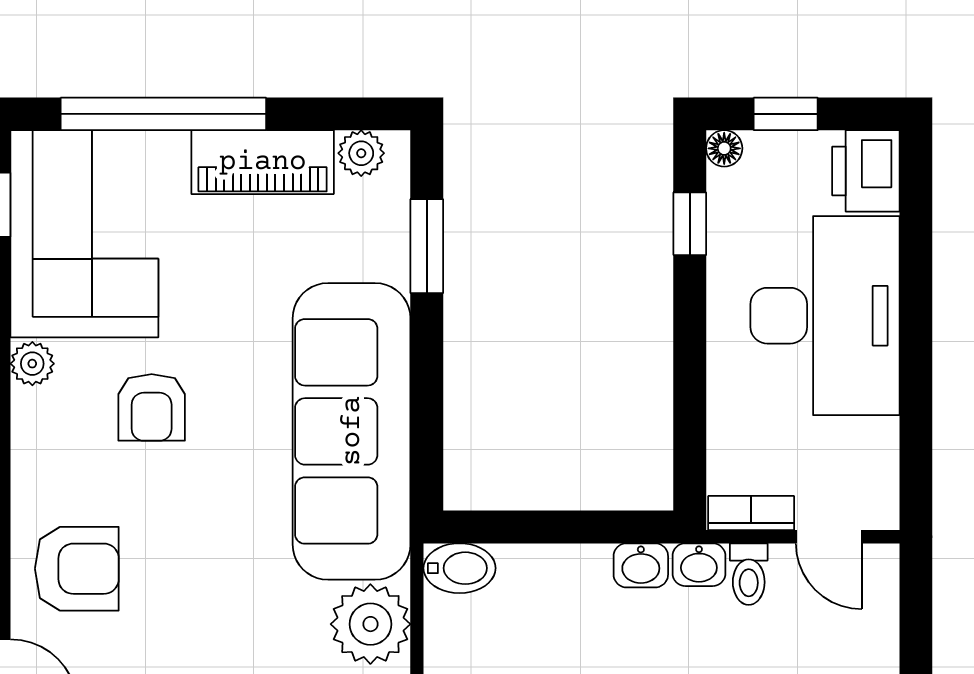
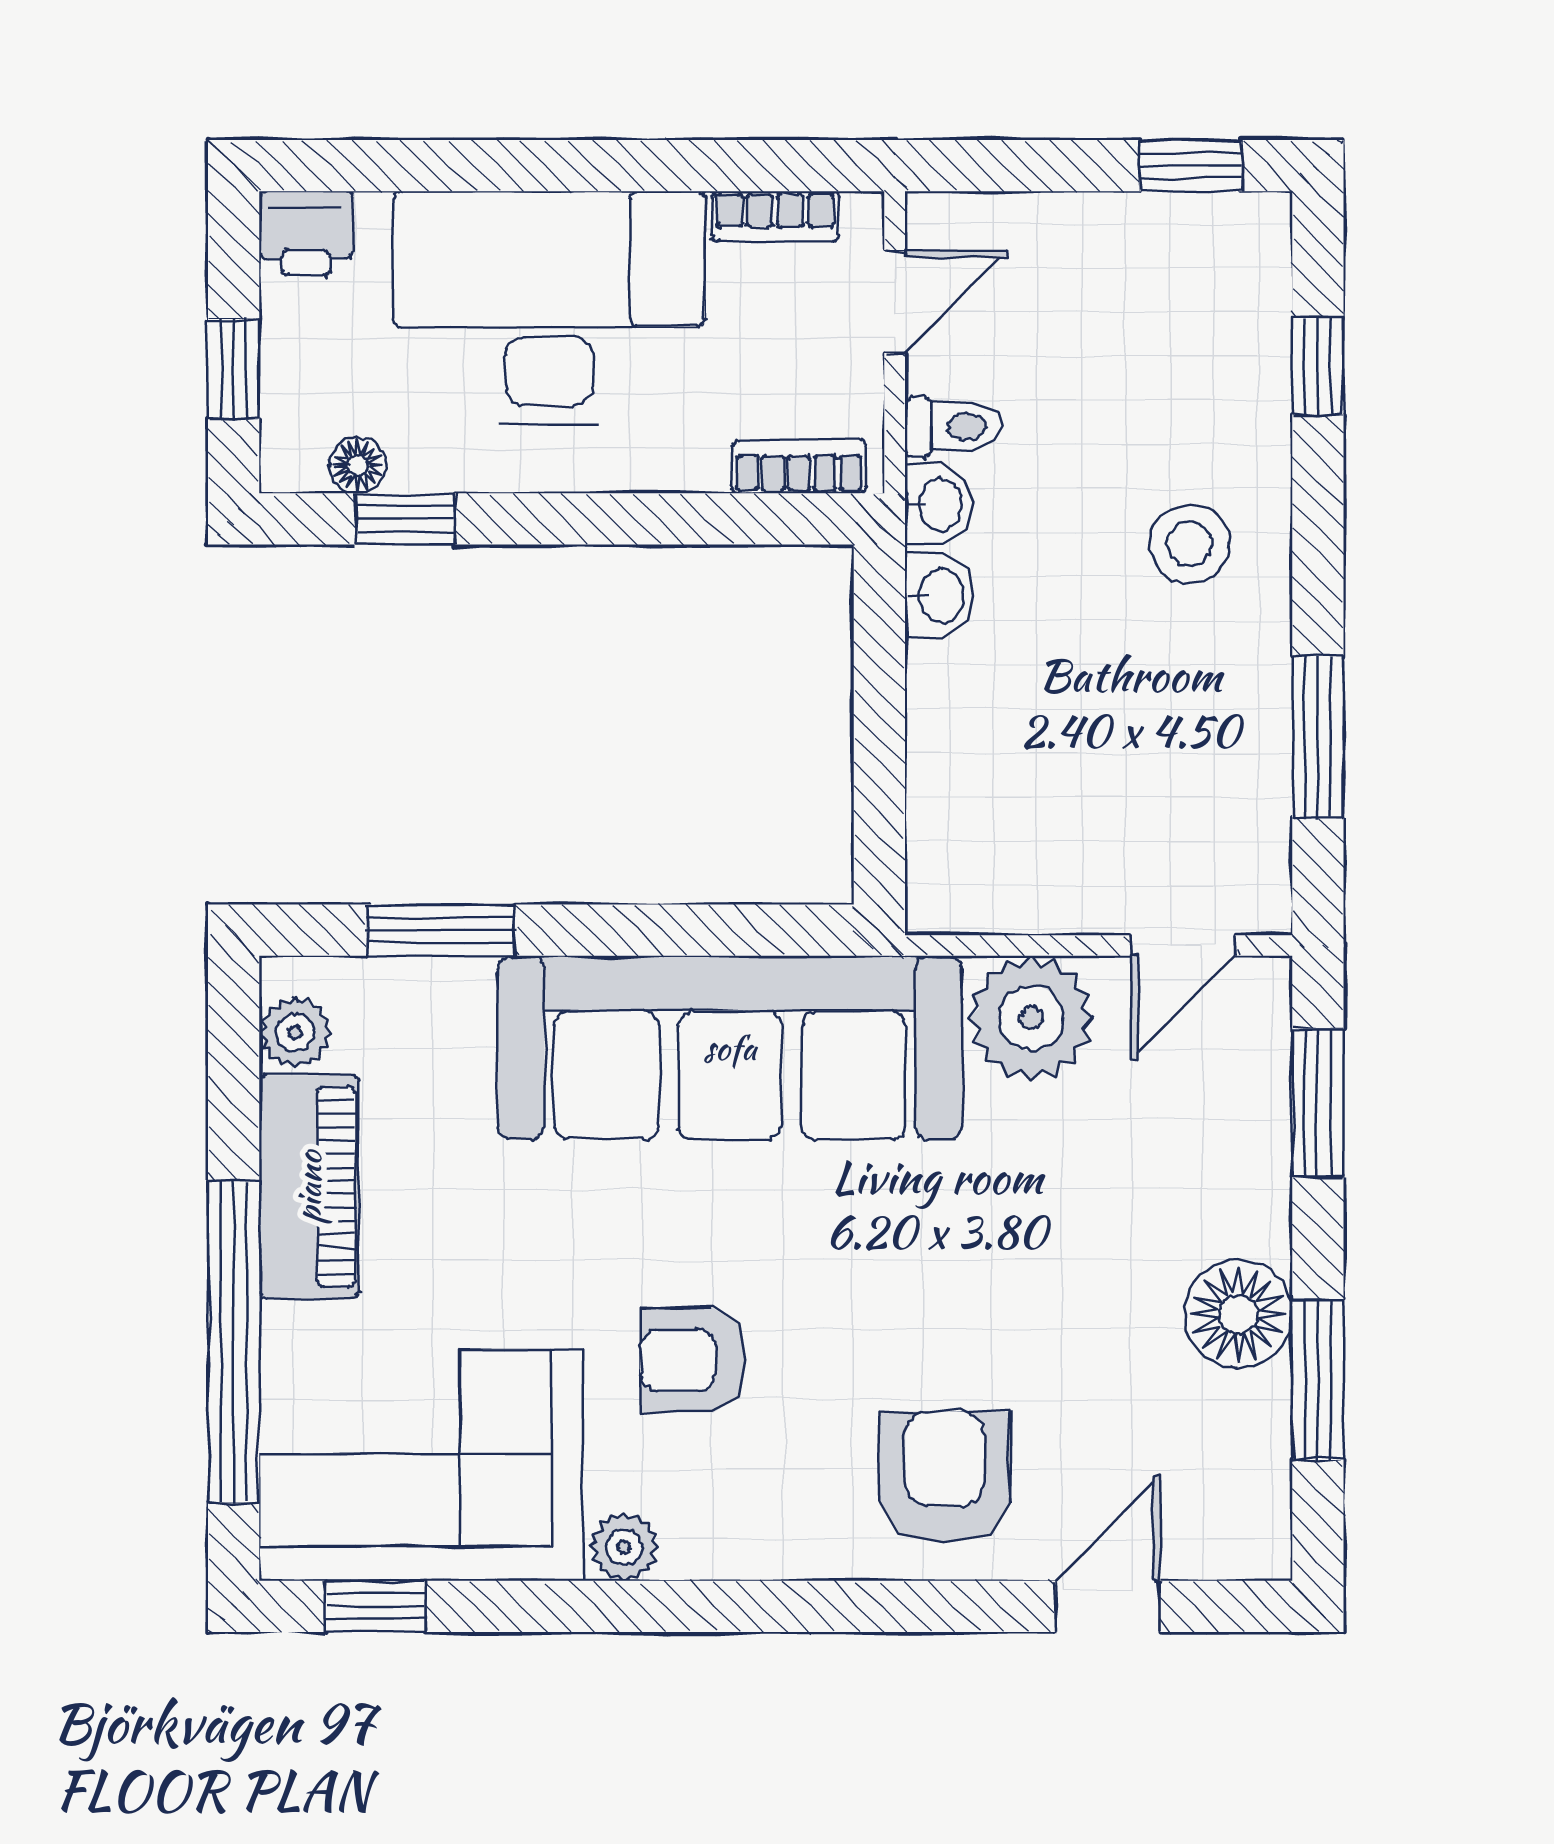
floor lamp: (724, 148) -> (358, 465), moved
printer: (866, 171) -> (306, 233), width x0.73, depth x0.81
armchair: (152, 407) -> (692, 1360), turned 180
bookcase: (883, 460) -> (775, 216), added
bookcase: (751, 513) -> (799, 467), moved, turned 90
bidet: (460, 568) -> (944, 879), removed

